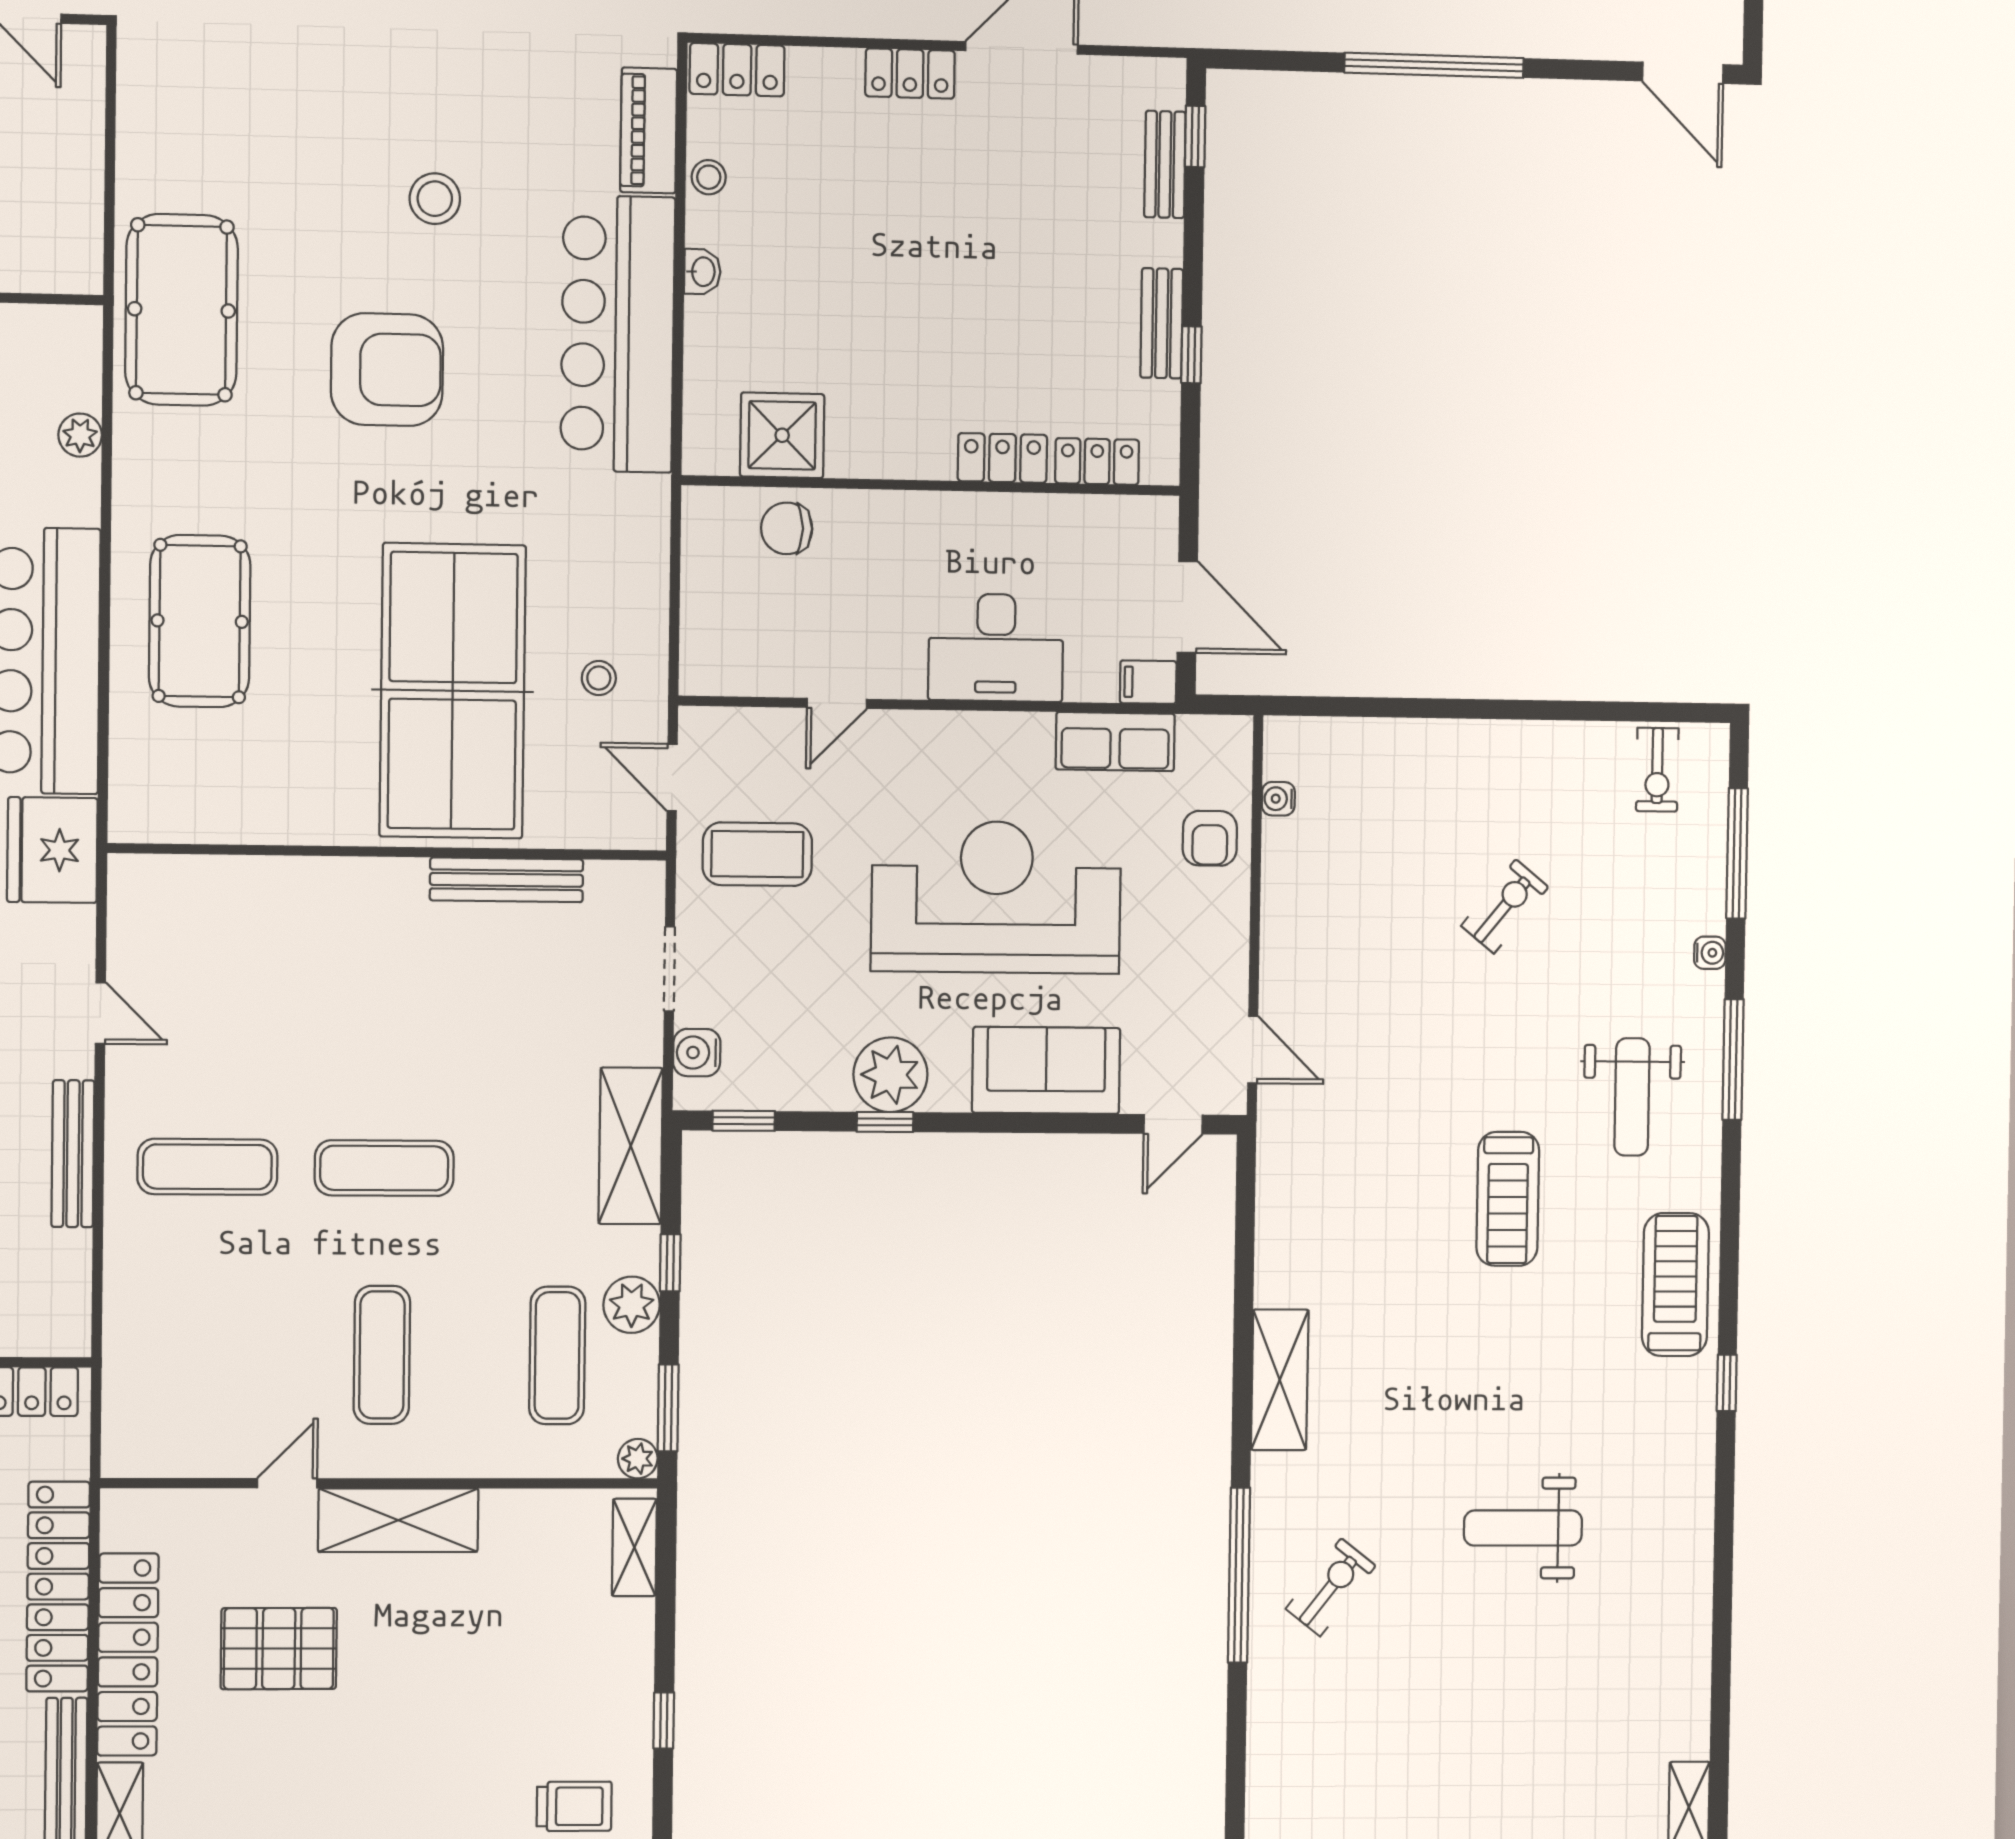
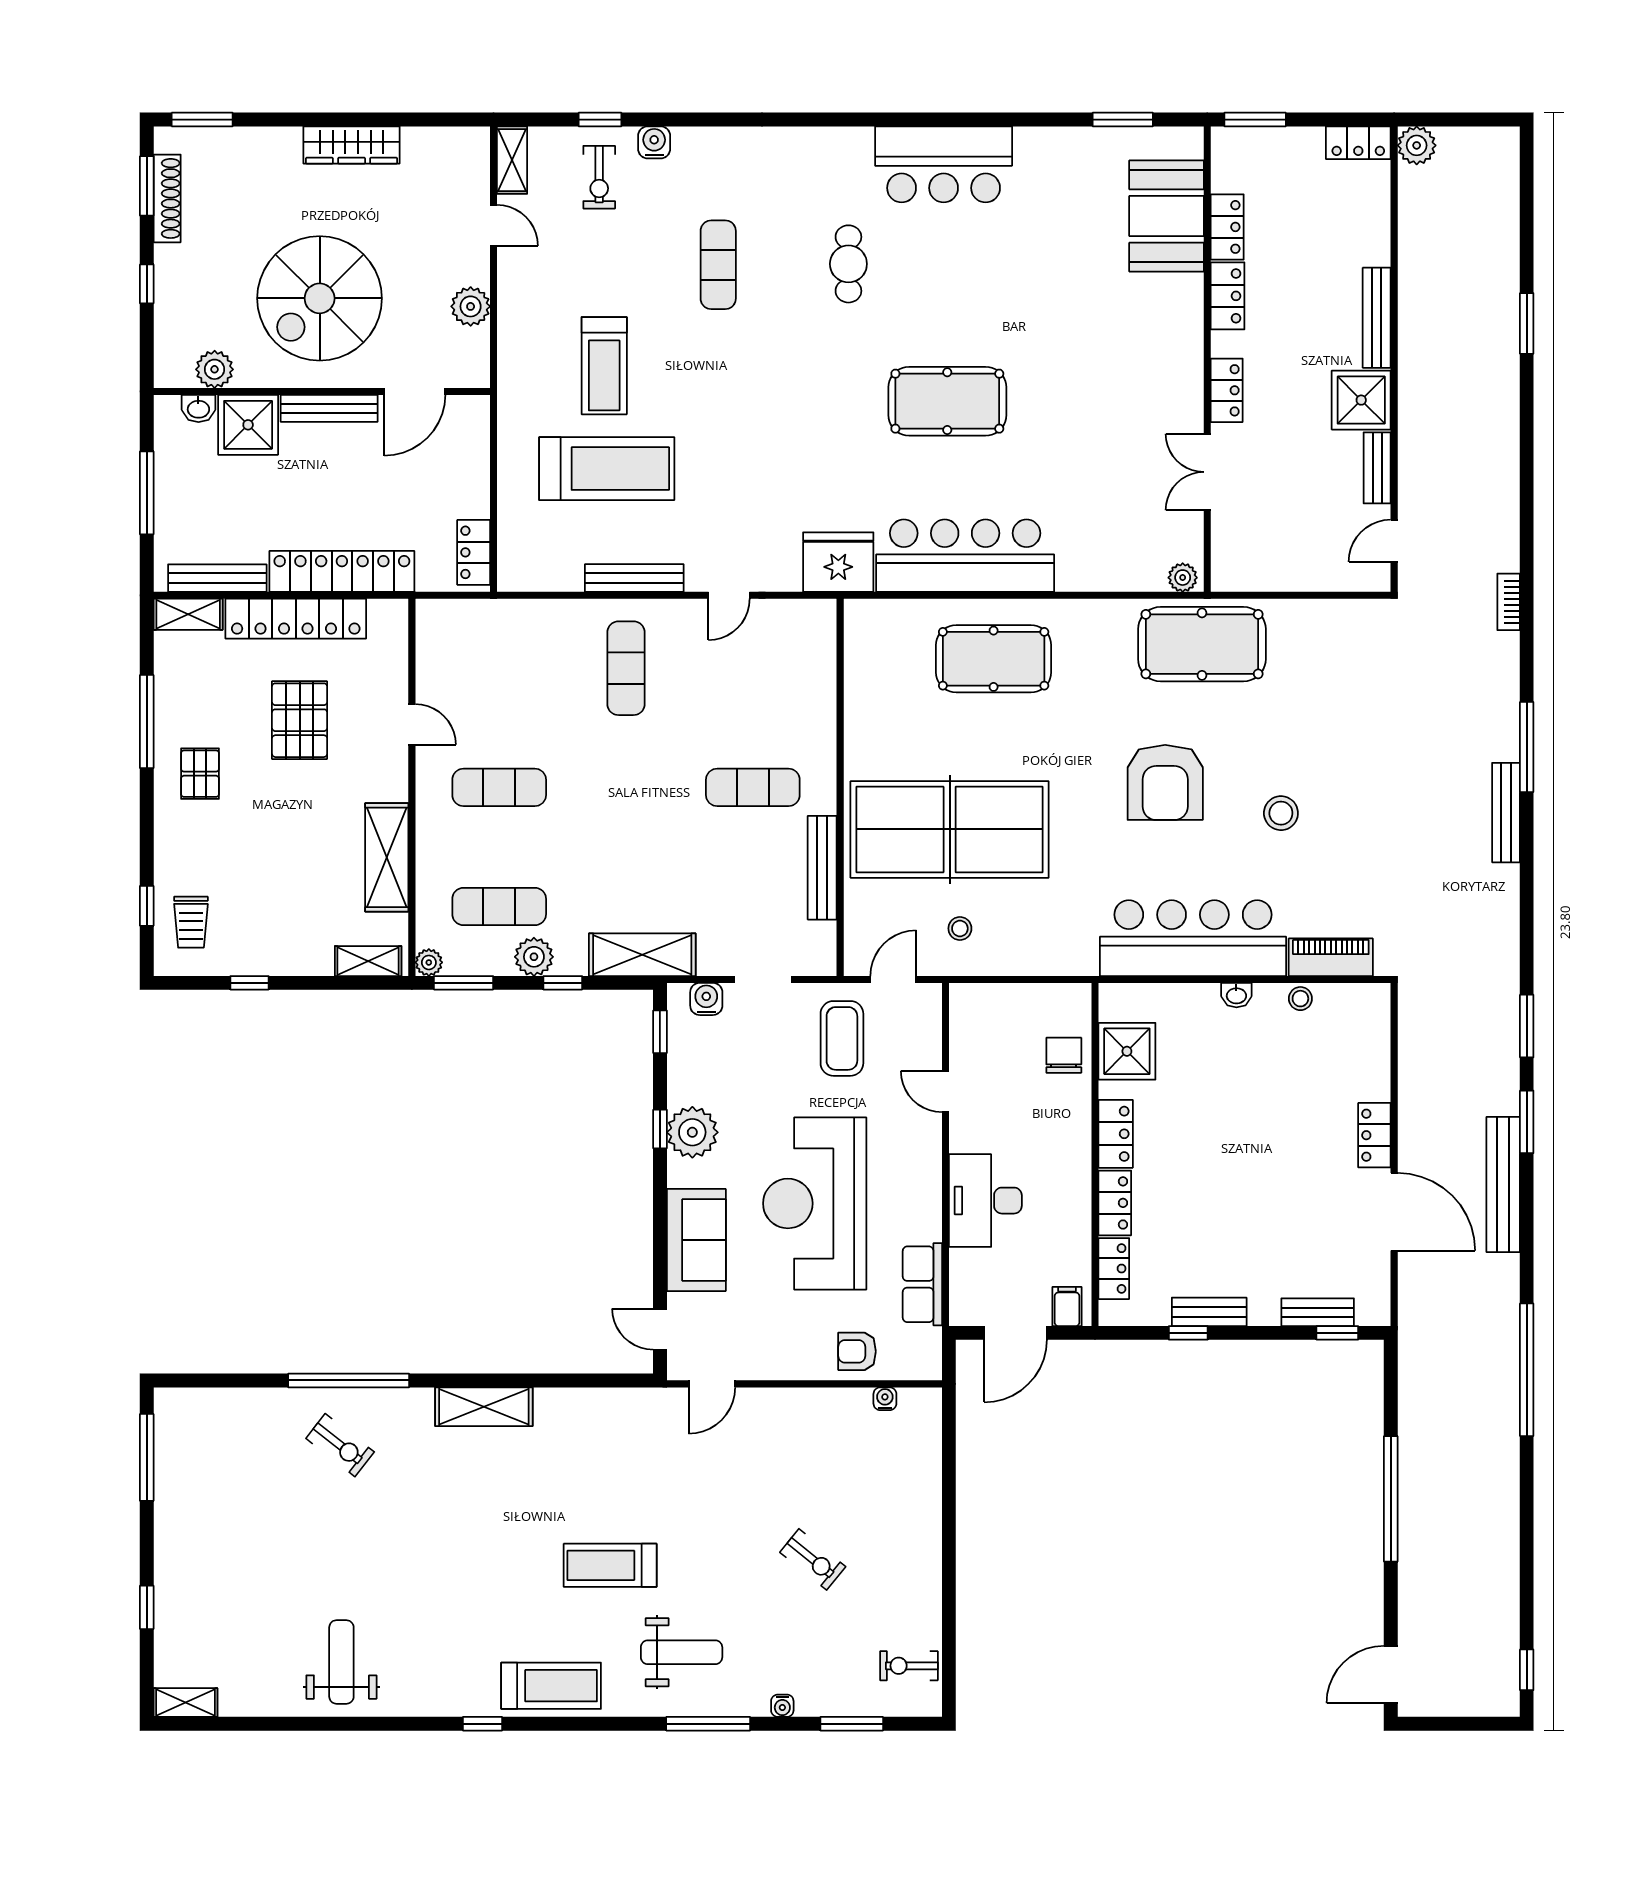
locker: (737, 70) -> (1116, 1134), moved, turned 180
plant: (80, 435) -> (1183, 578), moved
filing cabinet: (1148, 682) -> (1067, 1307), moved
window: (1737, 853) -> (852, 1724), width x0.69
reception desk: (996, 897) -> (815, 1203), turned 180
weight bench: (1632, 1097) -> (682, 1652), turned 180
exercise mat: (384, 1168) -> (753, 787), moved, turned 90
shelving: (398, 1520) -> (387, 857), moved
weight bench: (1523, 1528) -> (341, 1662), moved
pallet: (356, 1794) -> (200, 774), added

